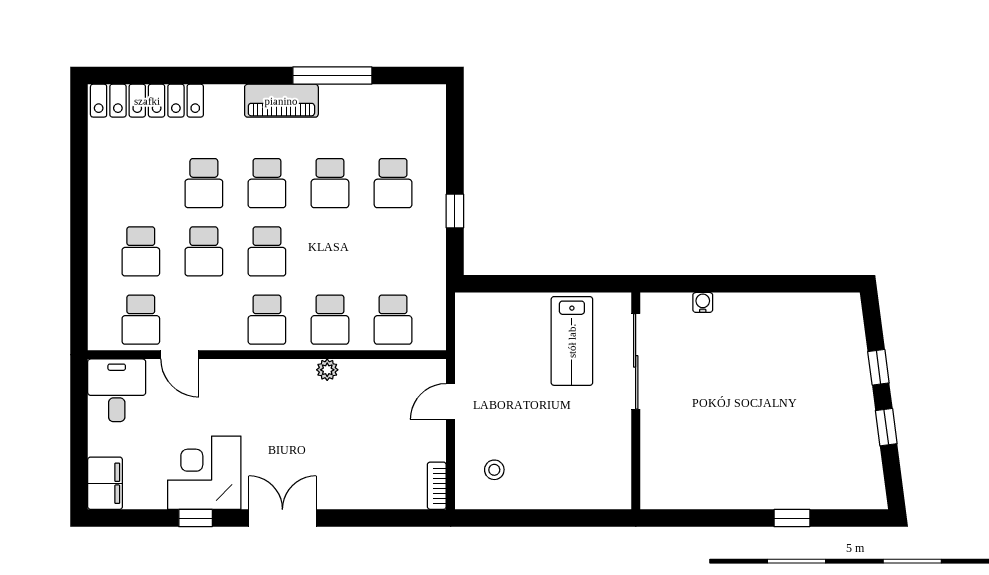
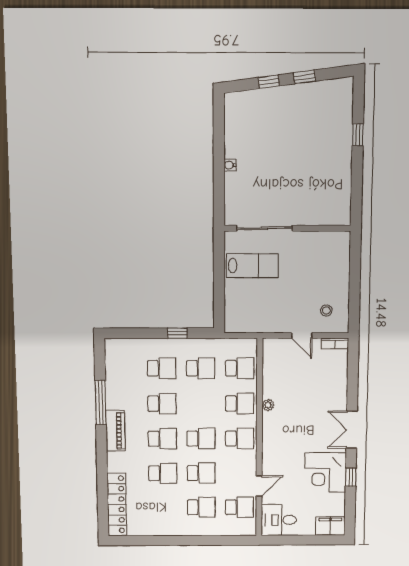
school desk: (393, 251) -> (201, 368), added
water cooler: (703, 302) -> (230, 165), moved
door: (451, 401) -> (302, 336), moved

